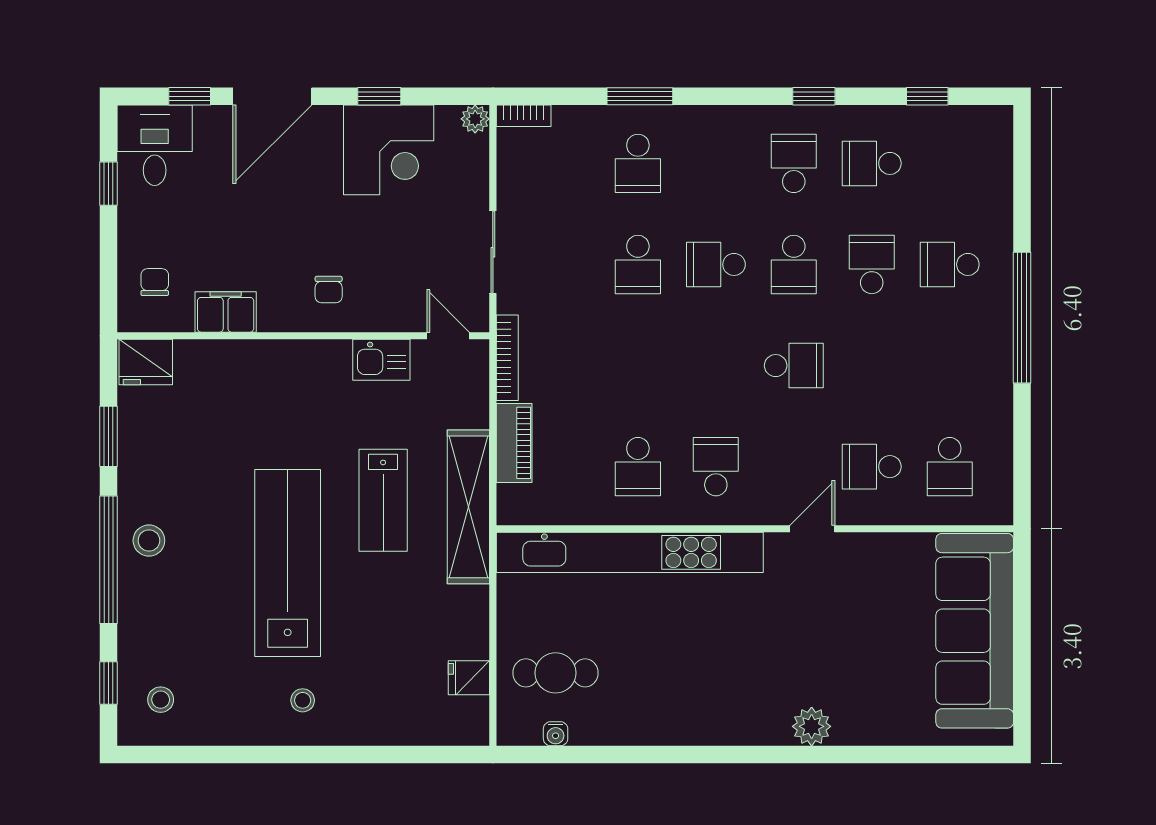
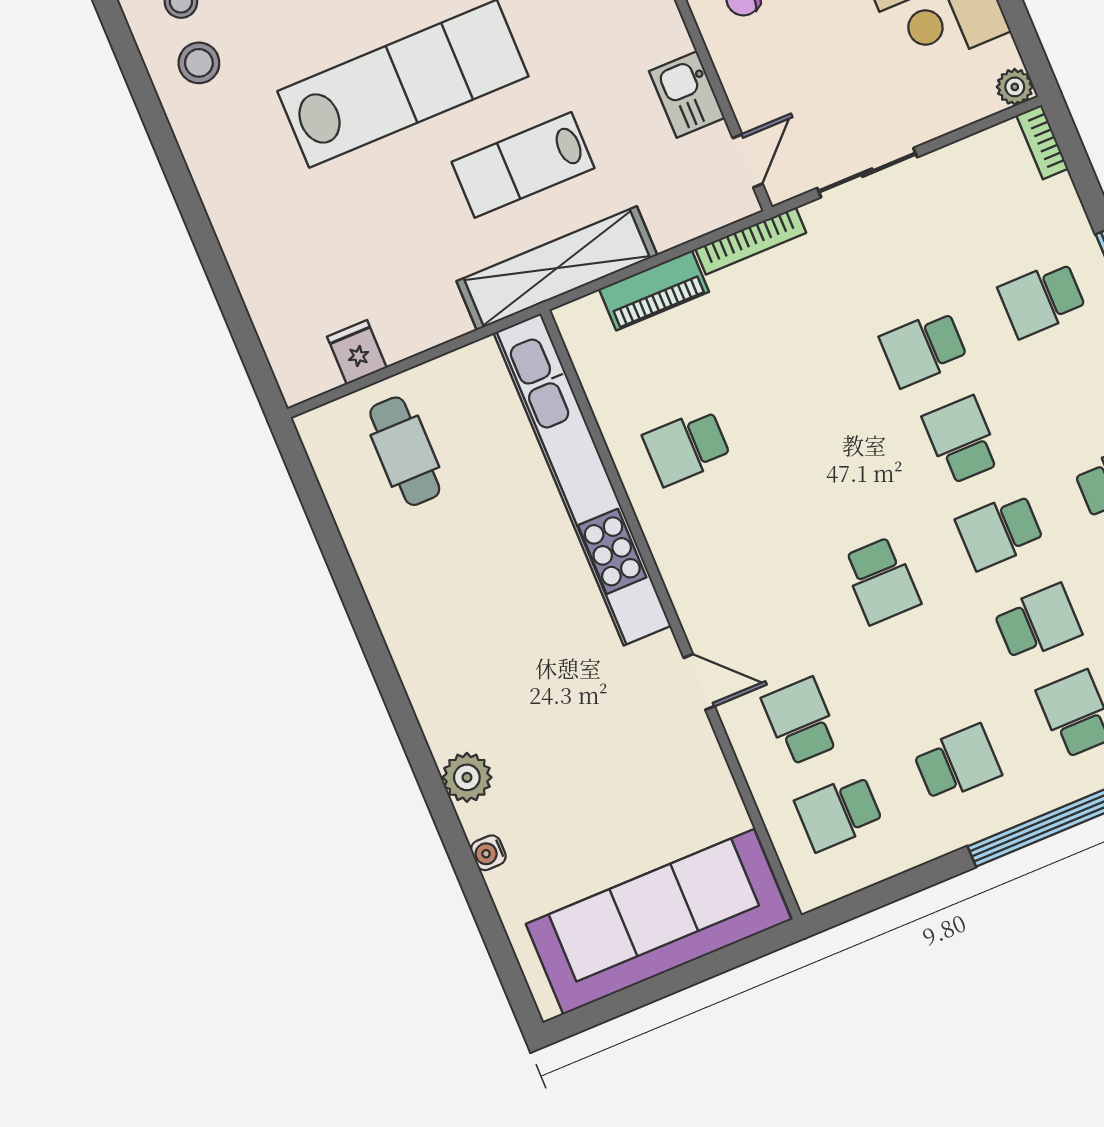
school desk: (716, 467) -> (957, 763), moved
stool: (303, 700) -> (199, 63), moved, width x1.37, depth x1.37
water cooler: (556, 734) -> (488, 853), moved

